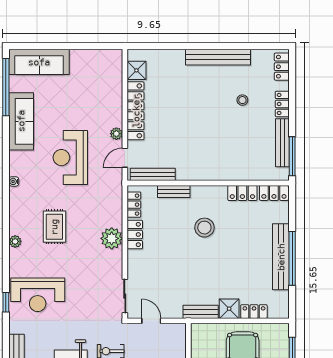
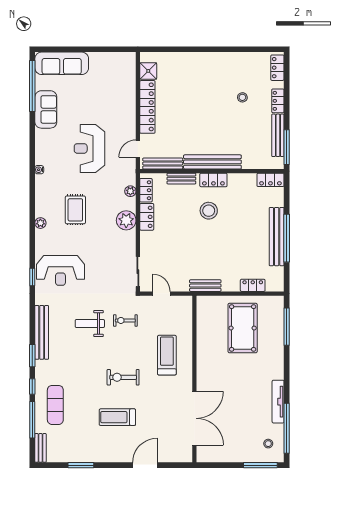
bench: (218, 57) -> (212, 162), moved
sofa: (21, 121) -> (46, 109), width x0.73
plant: (116, 134) -> (130, 191), moved
locker: (242, 193) -> (213, 180), moved
shower: (229, 309) -> (231, 283), removed

